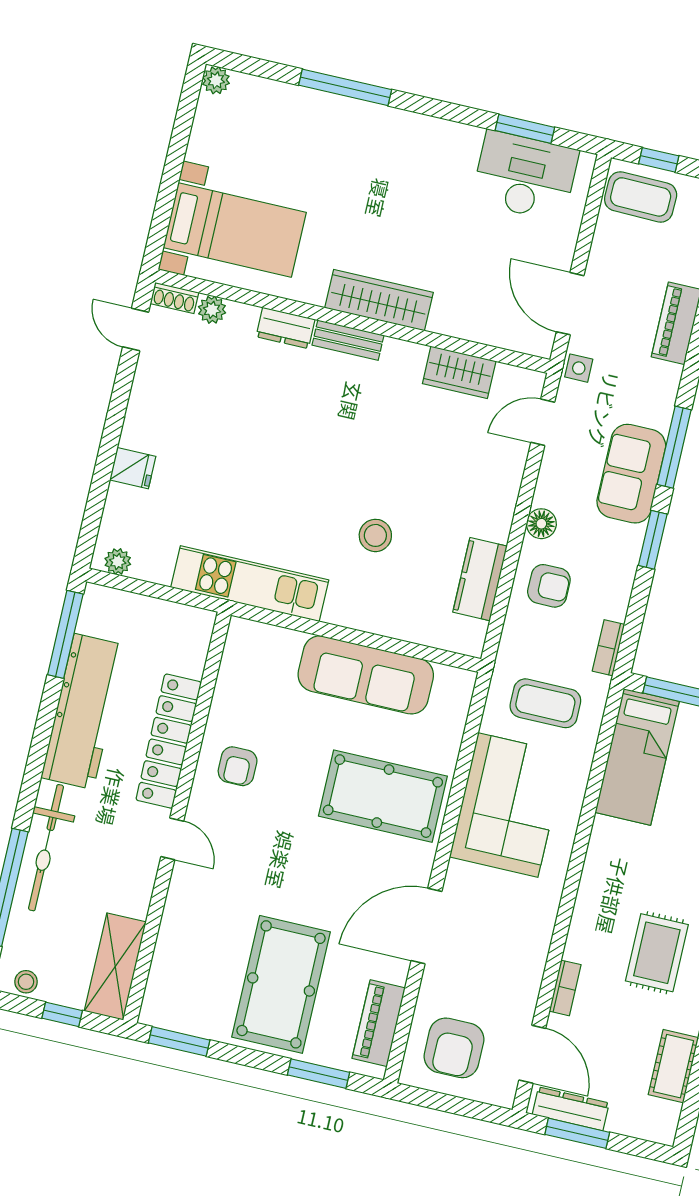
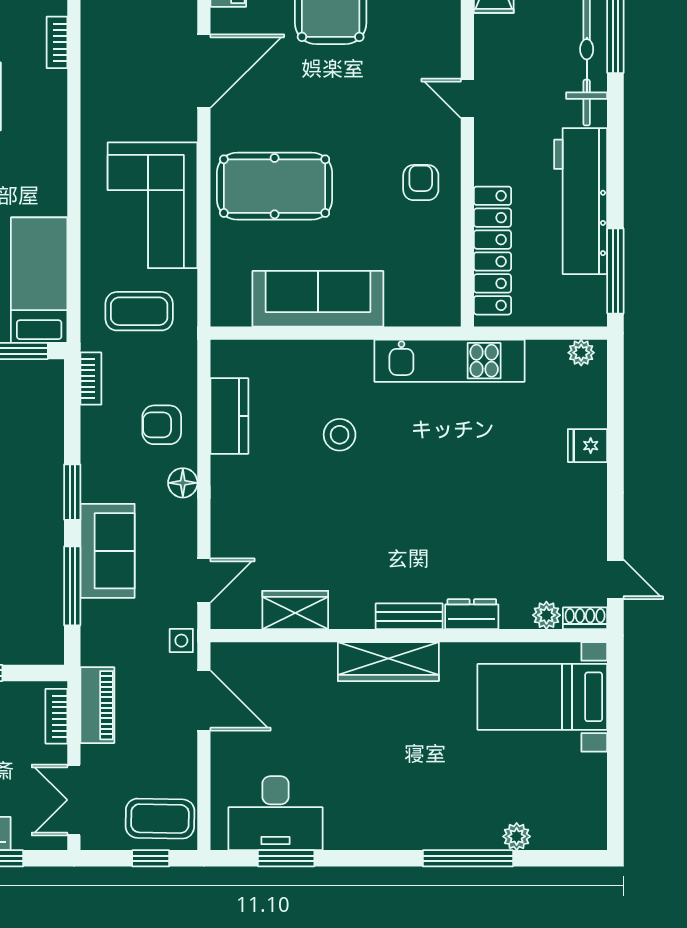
plant: (216, 80) -> (517, 836), moved
locker: (169, 741) -> (493, 251), moved

